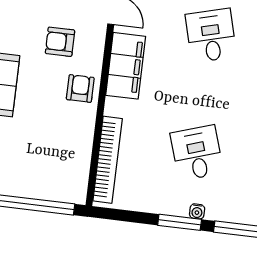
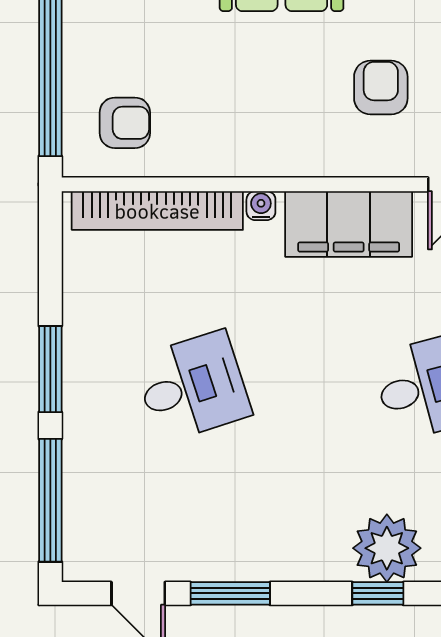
armchair: (80, 88) -> (125, 123), moved
water cooler: (197, 211) -> (261, 206), moved, turned 90

